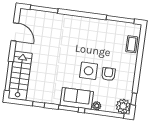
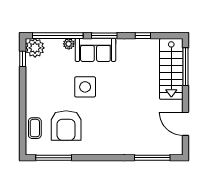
armchair: (108, 74) -> (66, 126), moved, width x1.88, depth x1.88

